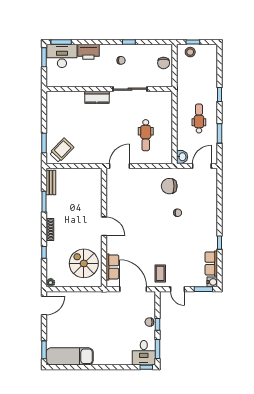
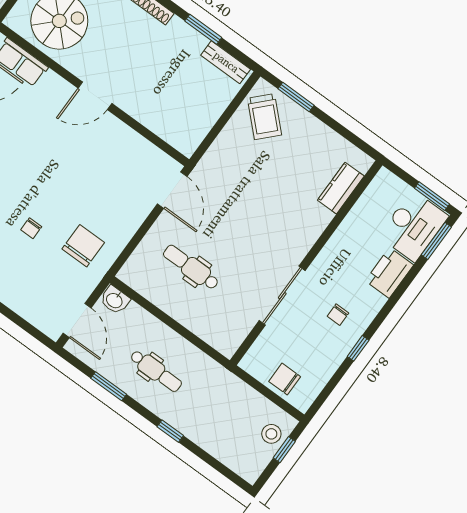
kitchen counter: (97, 97) -> (341, 188), moved

